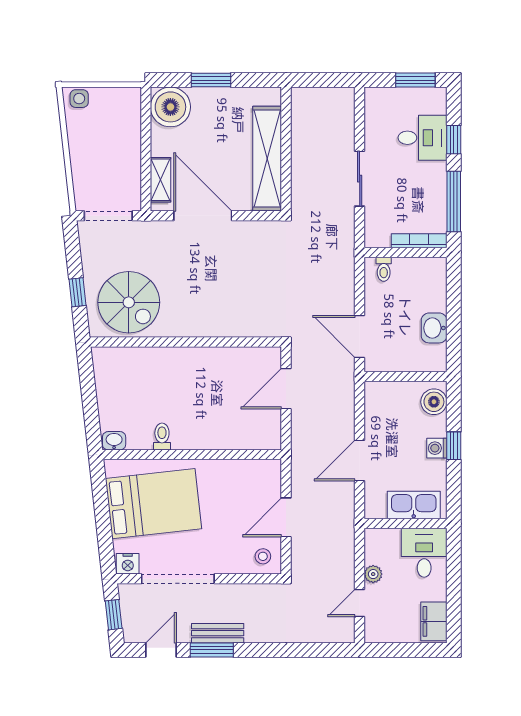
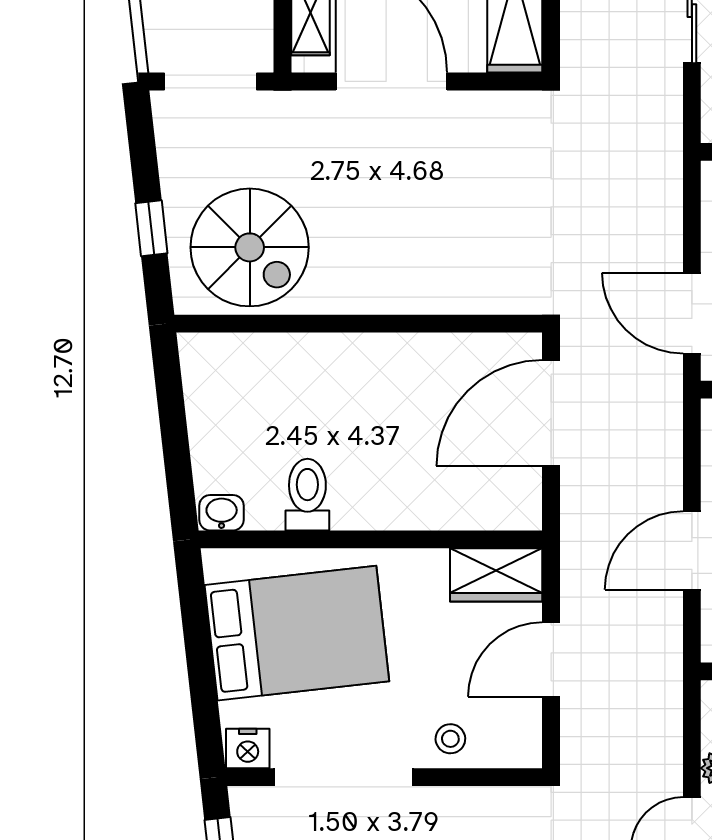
door: (286, 389) -> (551, 413), width x1.36
toilet: (162, 437) -> (307, 495), width x1.37, depth x1.39
wardrobe: (257, 473) -> (496, 575), added
stool: (263, 556) -> (450, 739), moved

